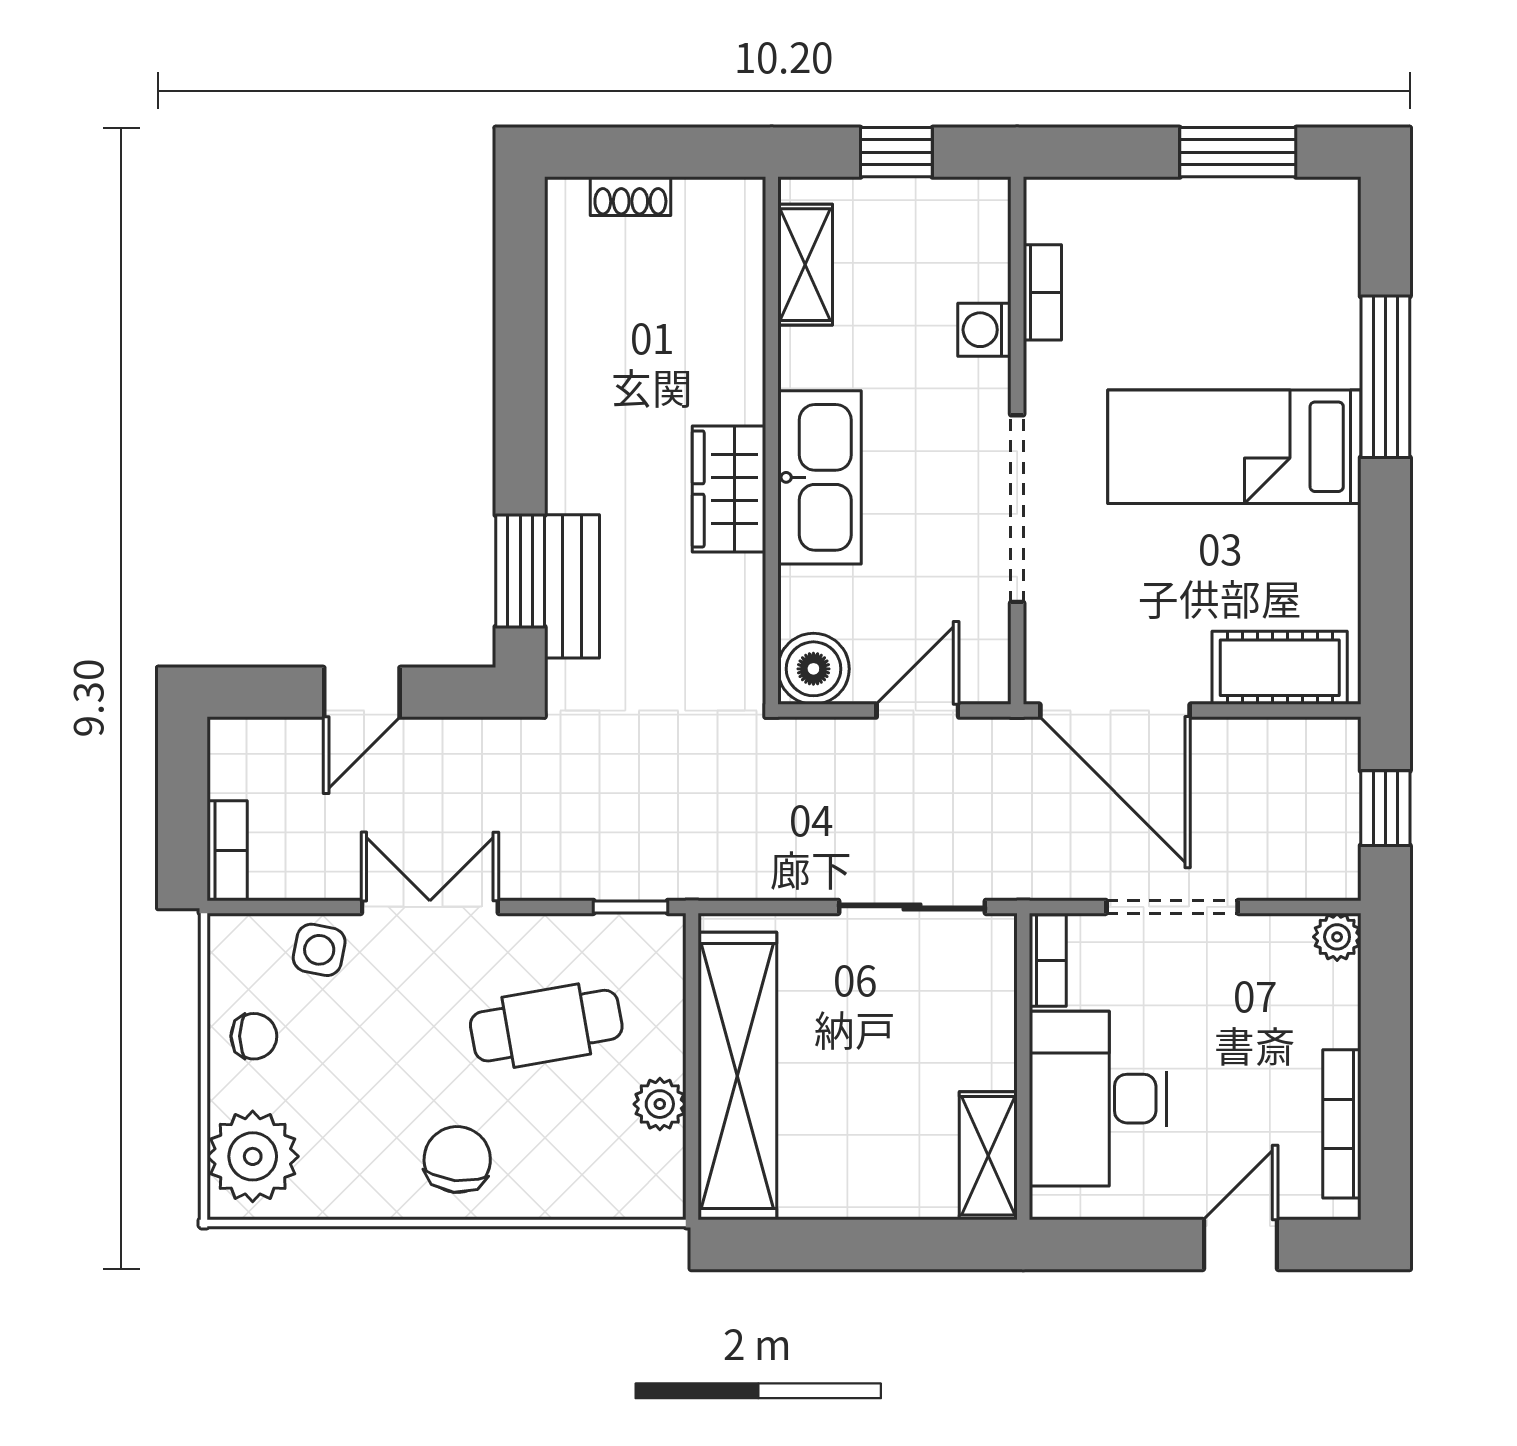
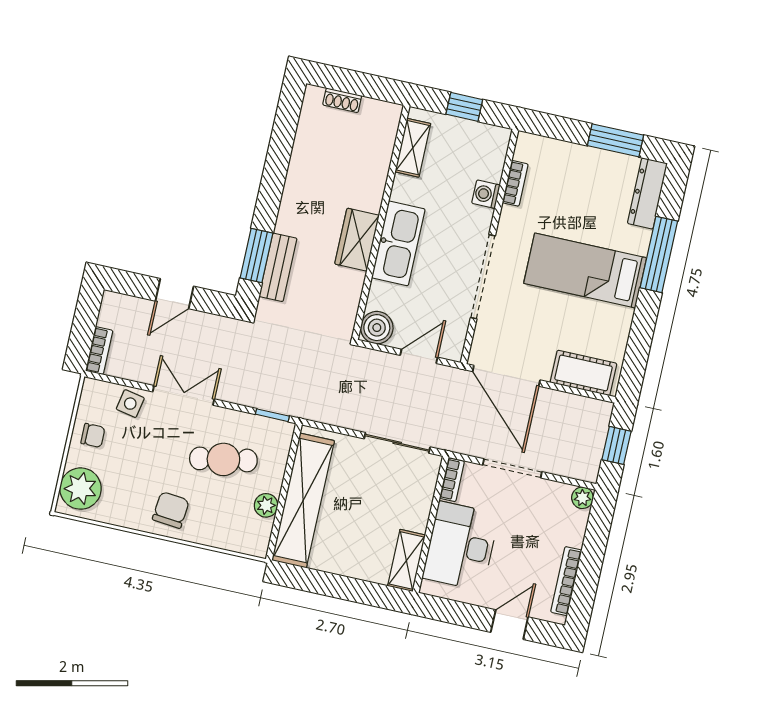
dresser: (1332, 251) -> (647, 193), added

